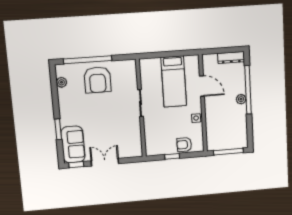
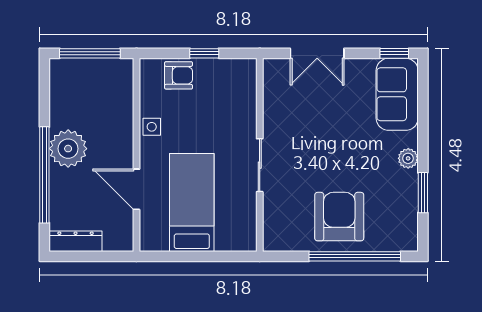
plant: (62, 82) -> (408, 158), moved
plant: (241, 99) -> (68, 149), width x1.87, depth x1.87
window: (58, 129) -> (423, 193), moved
double door: (105, 162) -> (317, 53), moved

